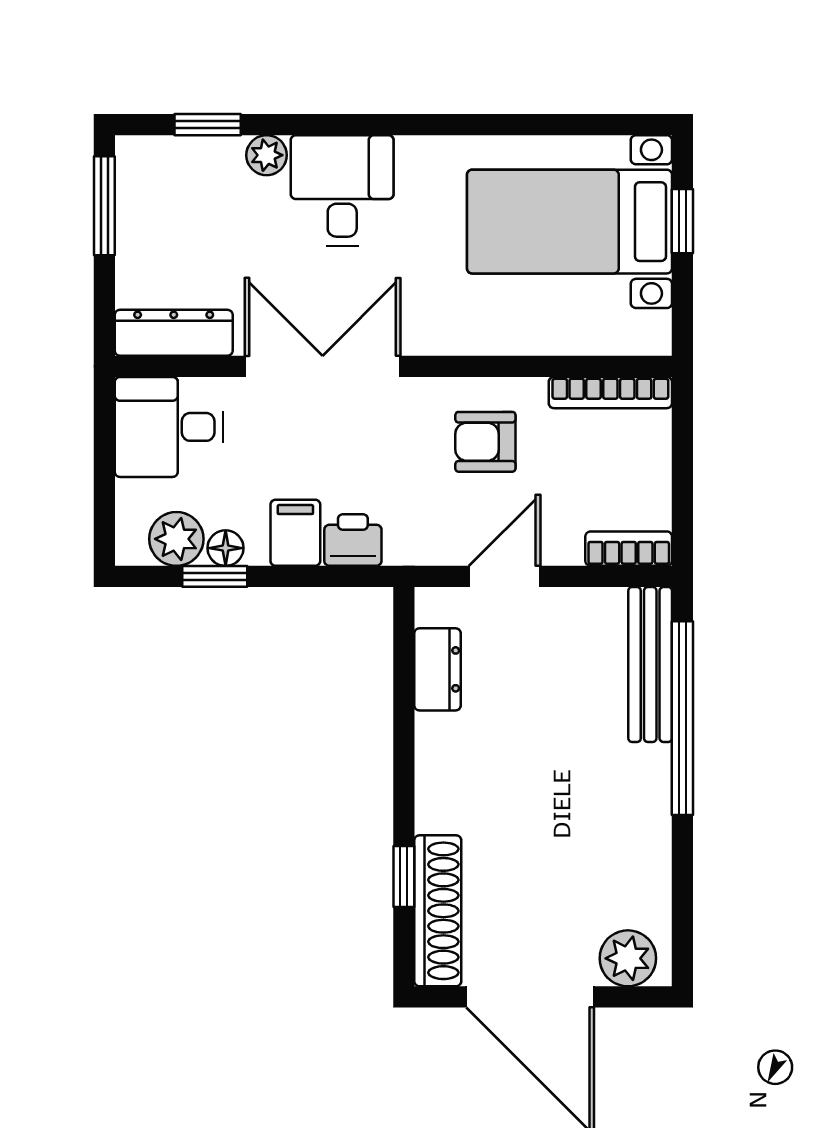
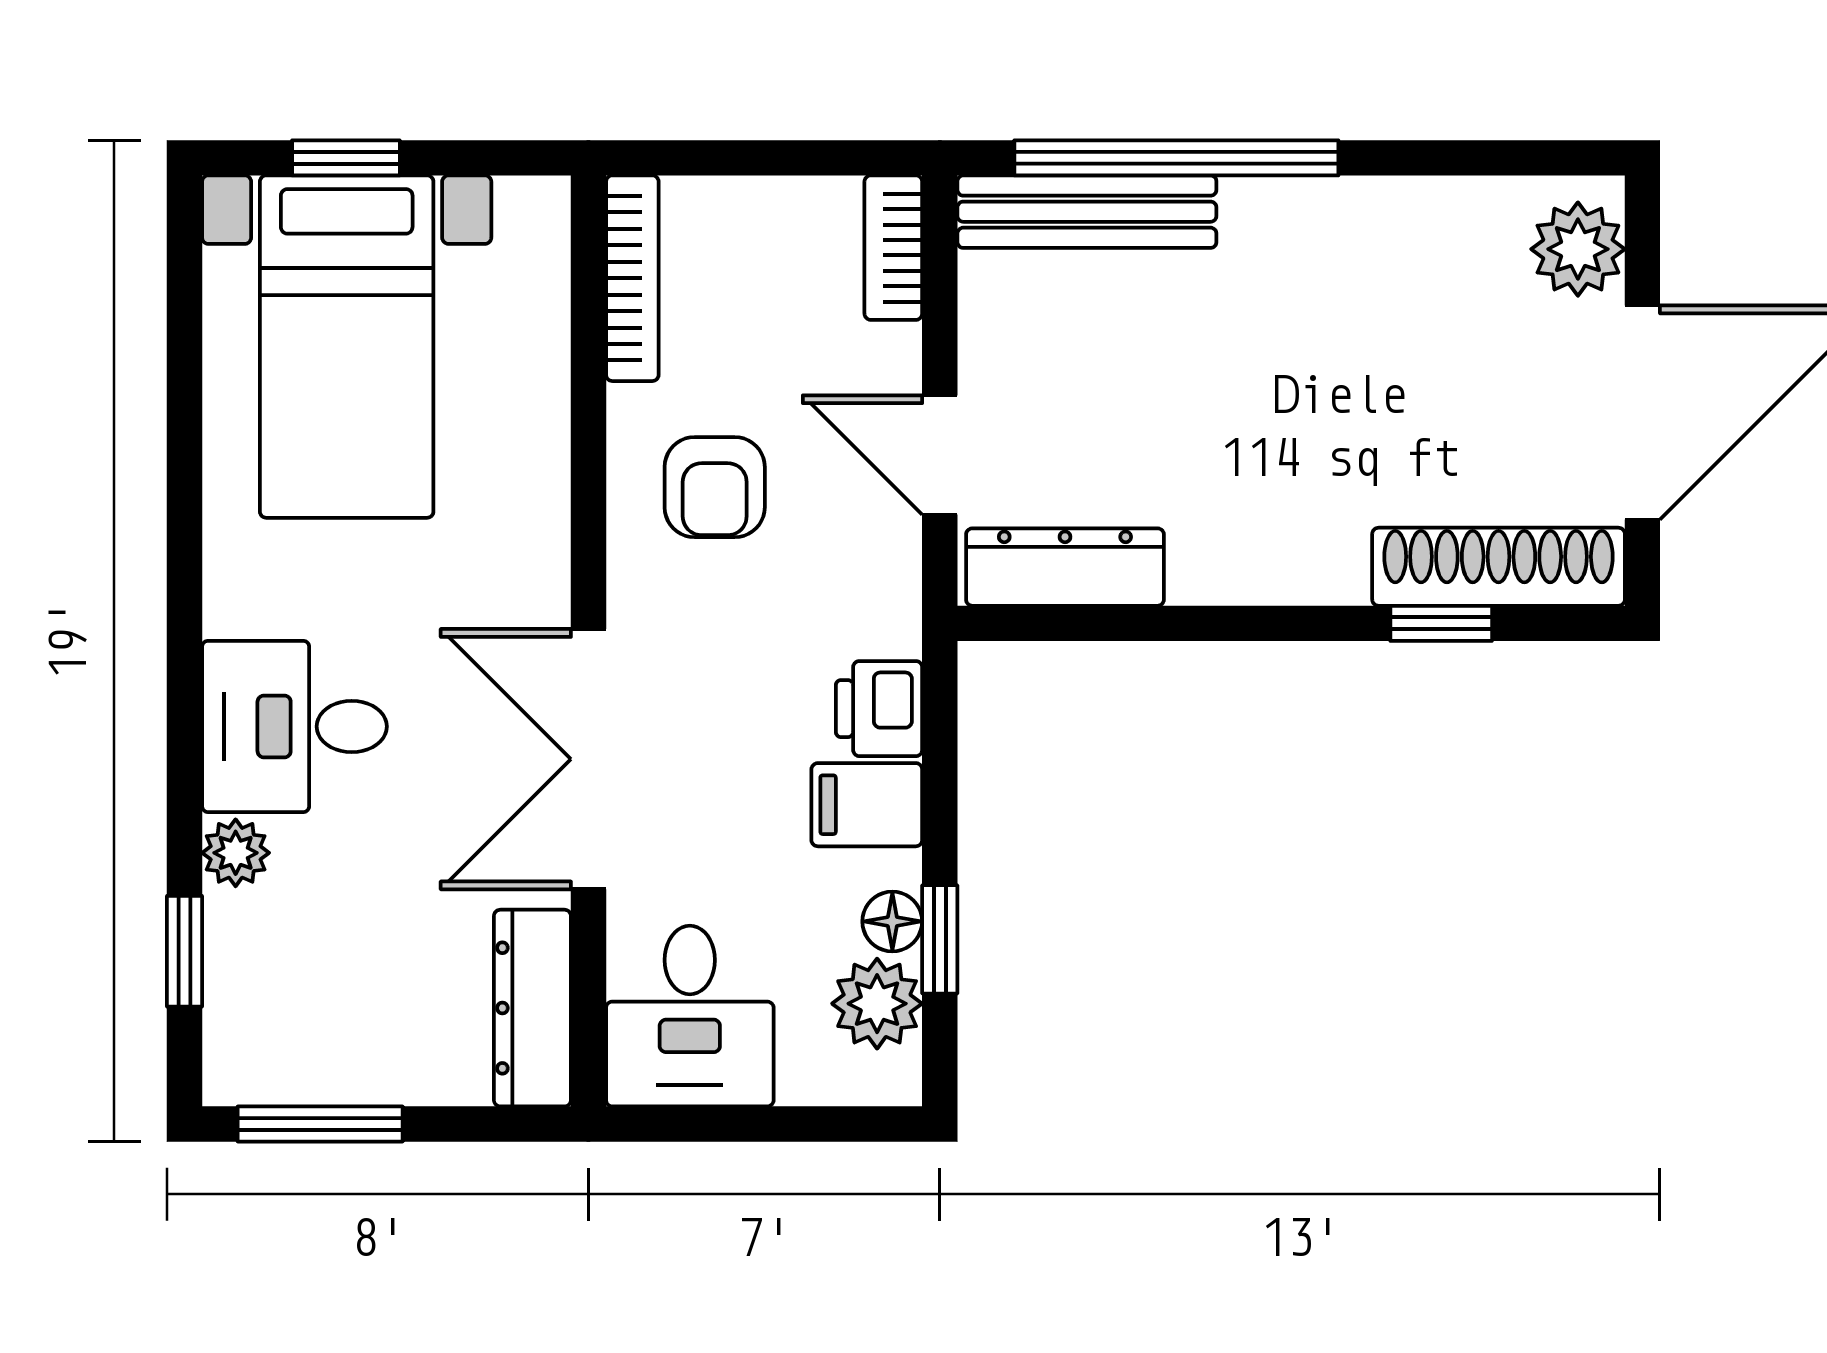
dresser: (438, 669) -> (1065, 567), width x1.44

